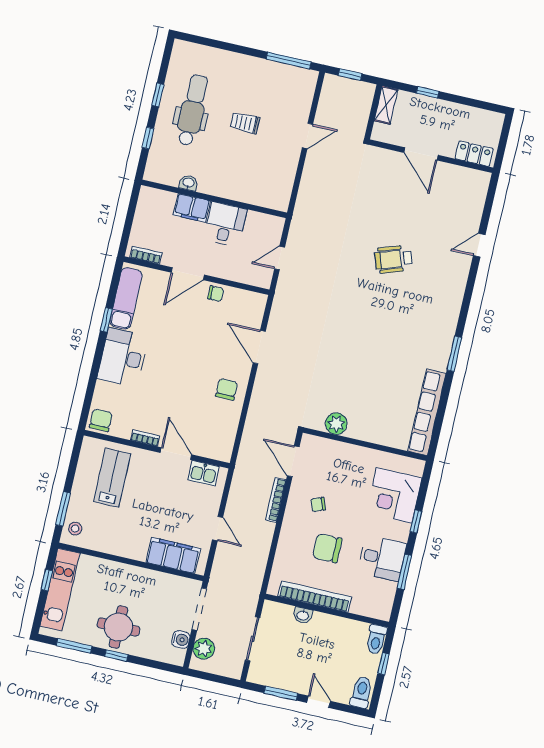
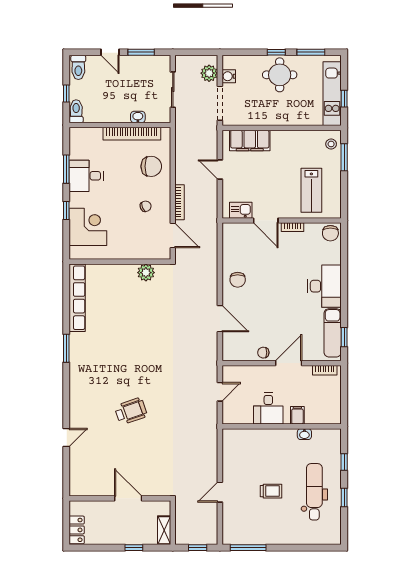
dental chair: (192, 110) -> (314, 492), turned 180
locker: (474, 154) -> (77, 530), moved, turned -90
filing cabinet: (192, 208) -> (297, 415), width x0.50
window: (106, 320) -> (344, 337), moved
chair: (327, 548) -> (151, 166), moved

